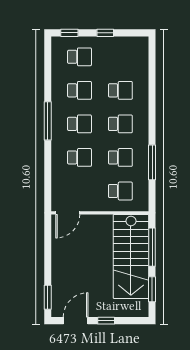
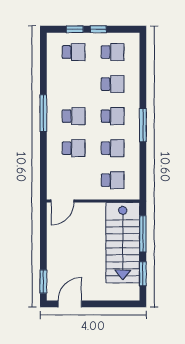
window: (69, 33) -> (75, 29), moved
school desk: (79, 90) -> (113, 52), moved
window: (152, 162) -> (143, 125), moved
window: (106, 321) -> (99, 304), removed

